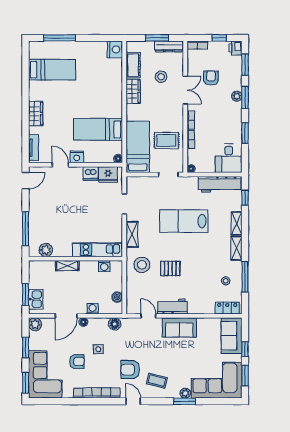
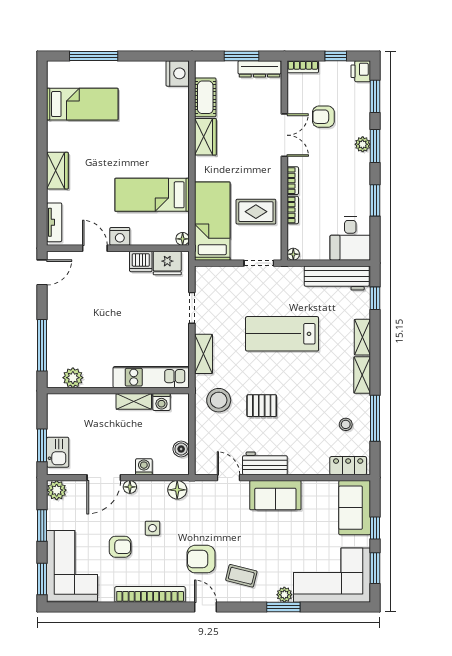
stool: (161, 77) -> (248, 115), removed
armchair: (211, 78) -> (323, 117), turned -90
shelving: (67, 266) -> (134, 401), moved

